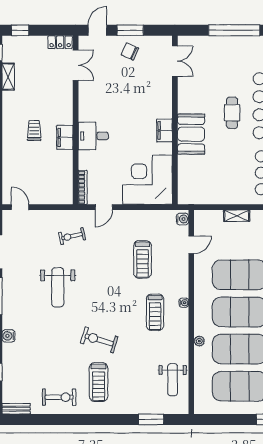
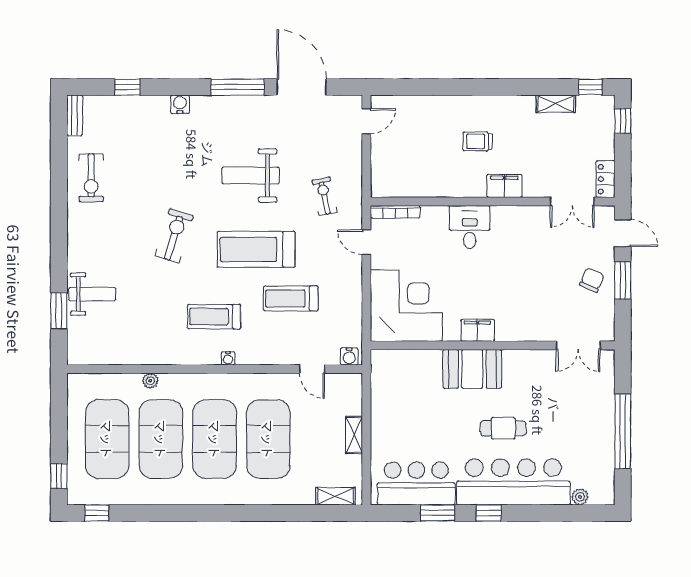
trolley: (34, 130) -> (478, 141), turned 180
filing cabinet: (65, 137) -> (504, 186), moved
plant: (199, 341) -> (150, 381), moved
weight bench: (173, 380) -> (92, 294), moved, turned 180
treadmill: (99, 382) -> (256, 249), moved, width x1.37, depth x1.38

